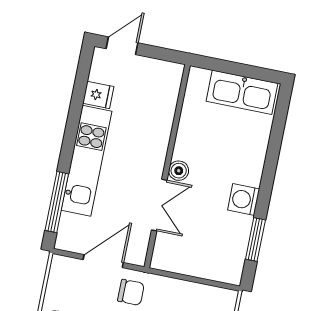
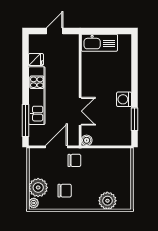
door: (122, 46) -> (55, 31), moved
kitchen sink: (242, 92) -> (99, 43), moved
boiler: (179, 171) -> (87, 140), moved

